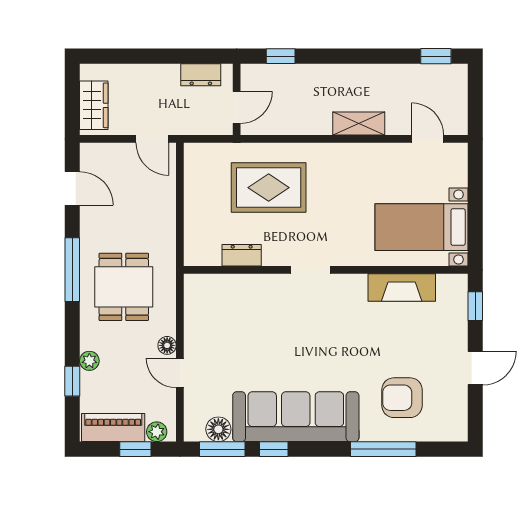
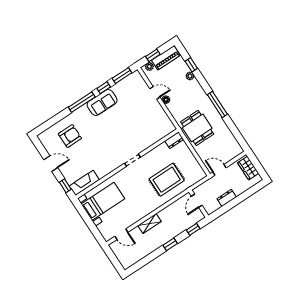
window: (436, 56) -> (170, 244), moved
dresser: (201, 75) -> (227, 198), moved
door: (72, 188) -> (236, 133), removed
dresser: (242, 255) -> (174, 140), moved
dining table: (124, 287) -> (197, 128), moved
fireplace: (402, 287) -> (84, 183), moved
door: (475, 368) -> (51, 164), swing flipped
sofa: (296, 417) -> (102, 102), width x0.54, depth x0.79
floor lamp: (218, 429) -> (128, 82), removed
window: (383, 449) -> (82, 102), moved

